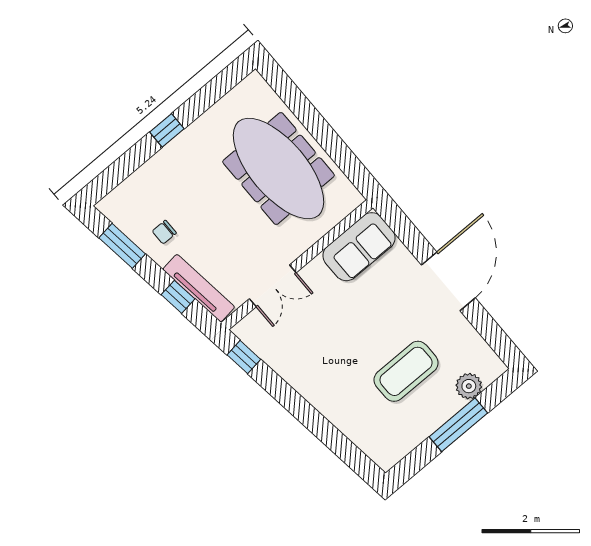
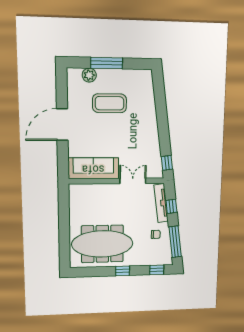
meeting table: (279, 169) -> (102, 244), moved, turned 90
window: (113, 176) -> (157, 270), added
window: (122, 246) -> (175, 242), width x1.44
sofa: (359, 247) -> (93, 168), width x1.36

